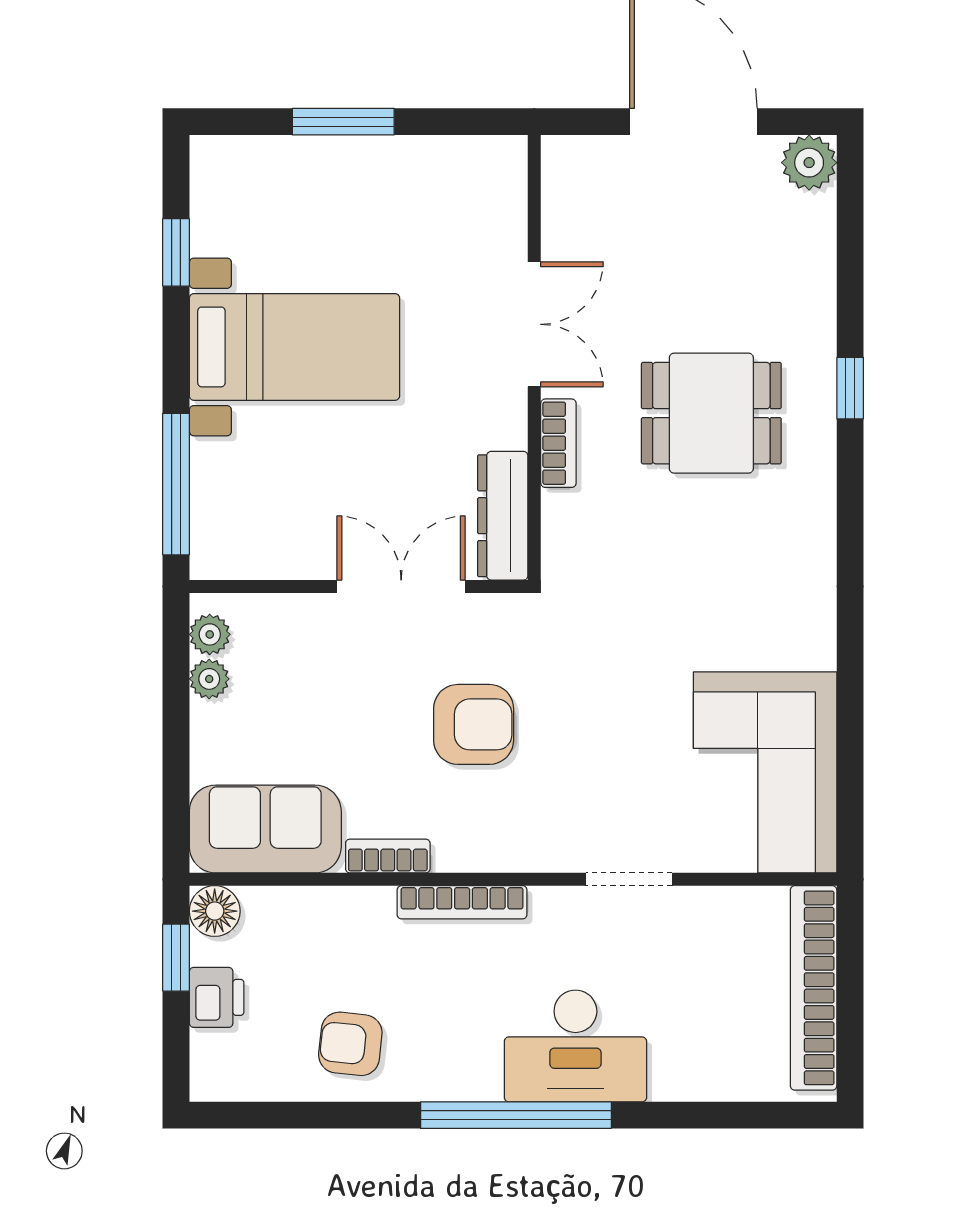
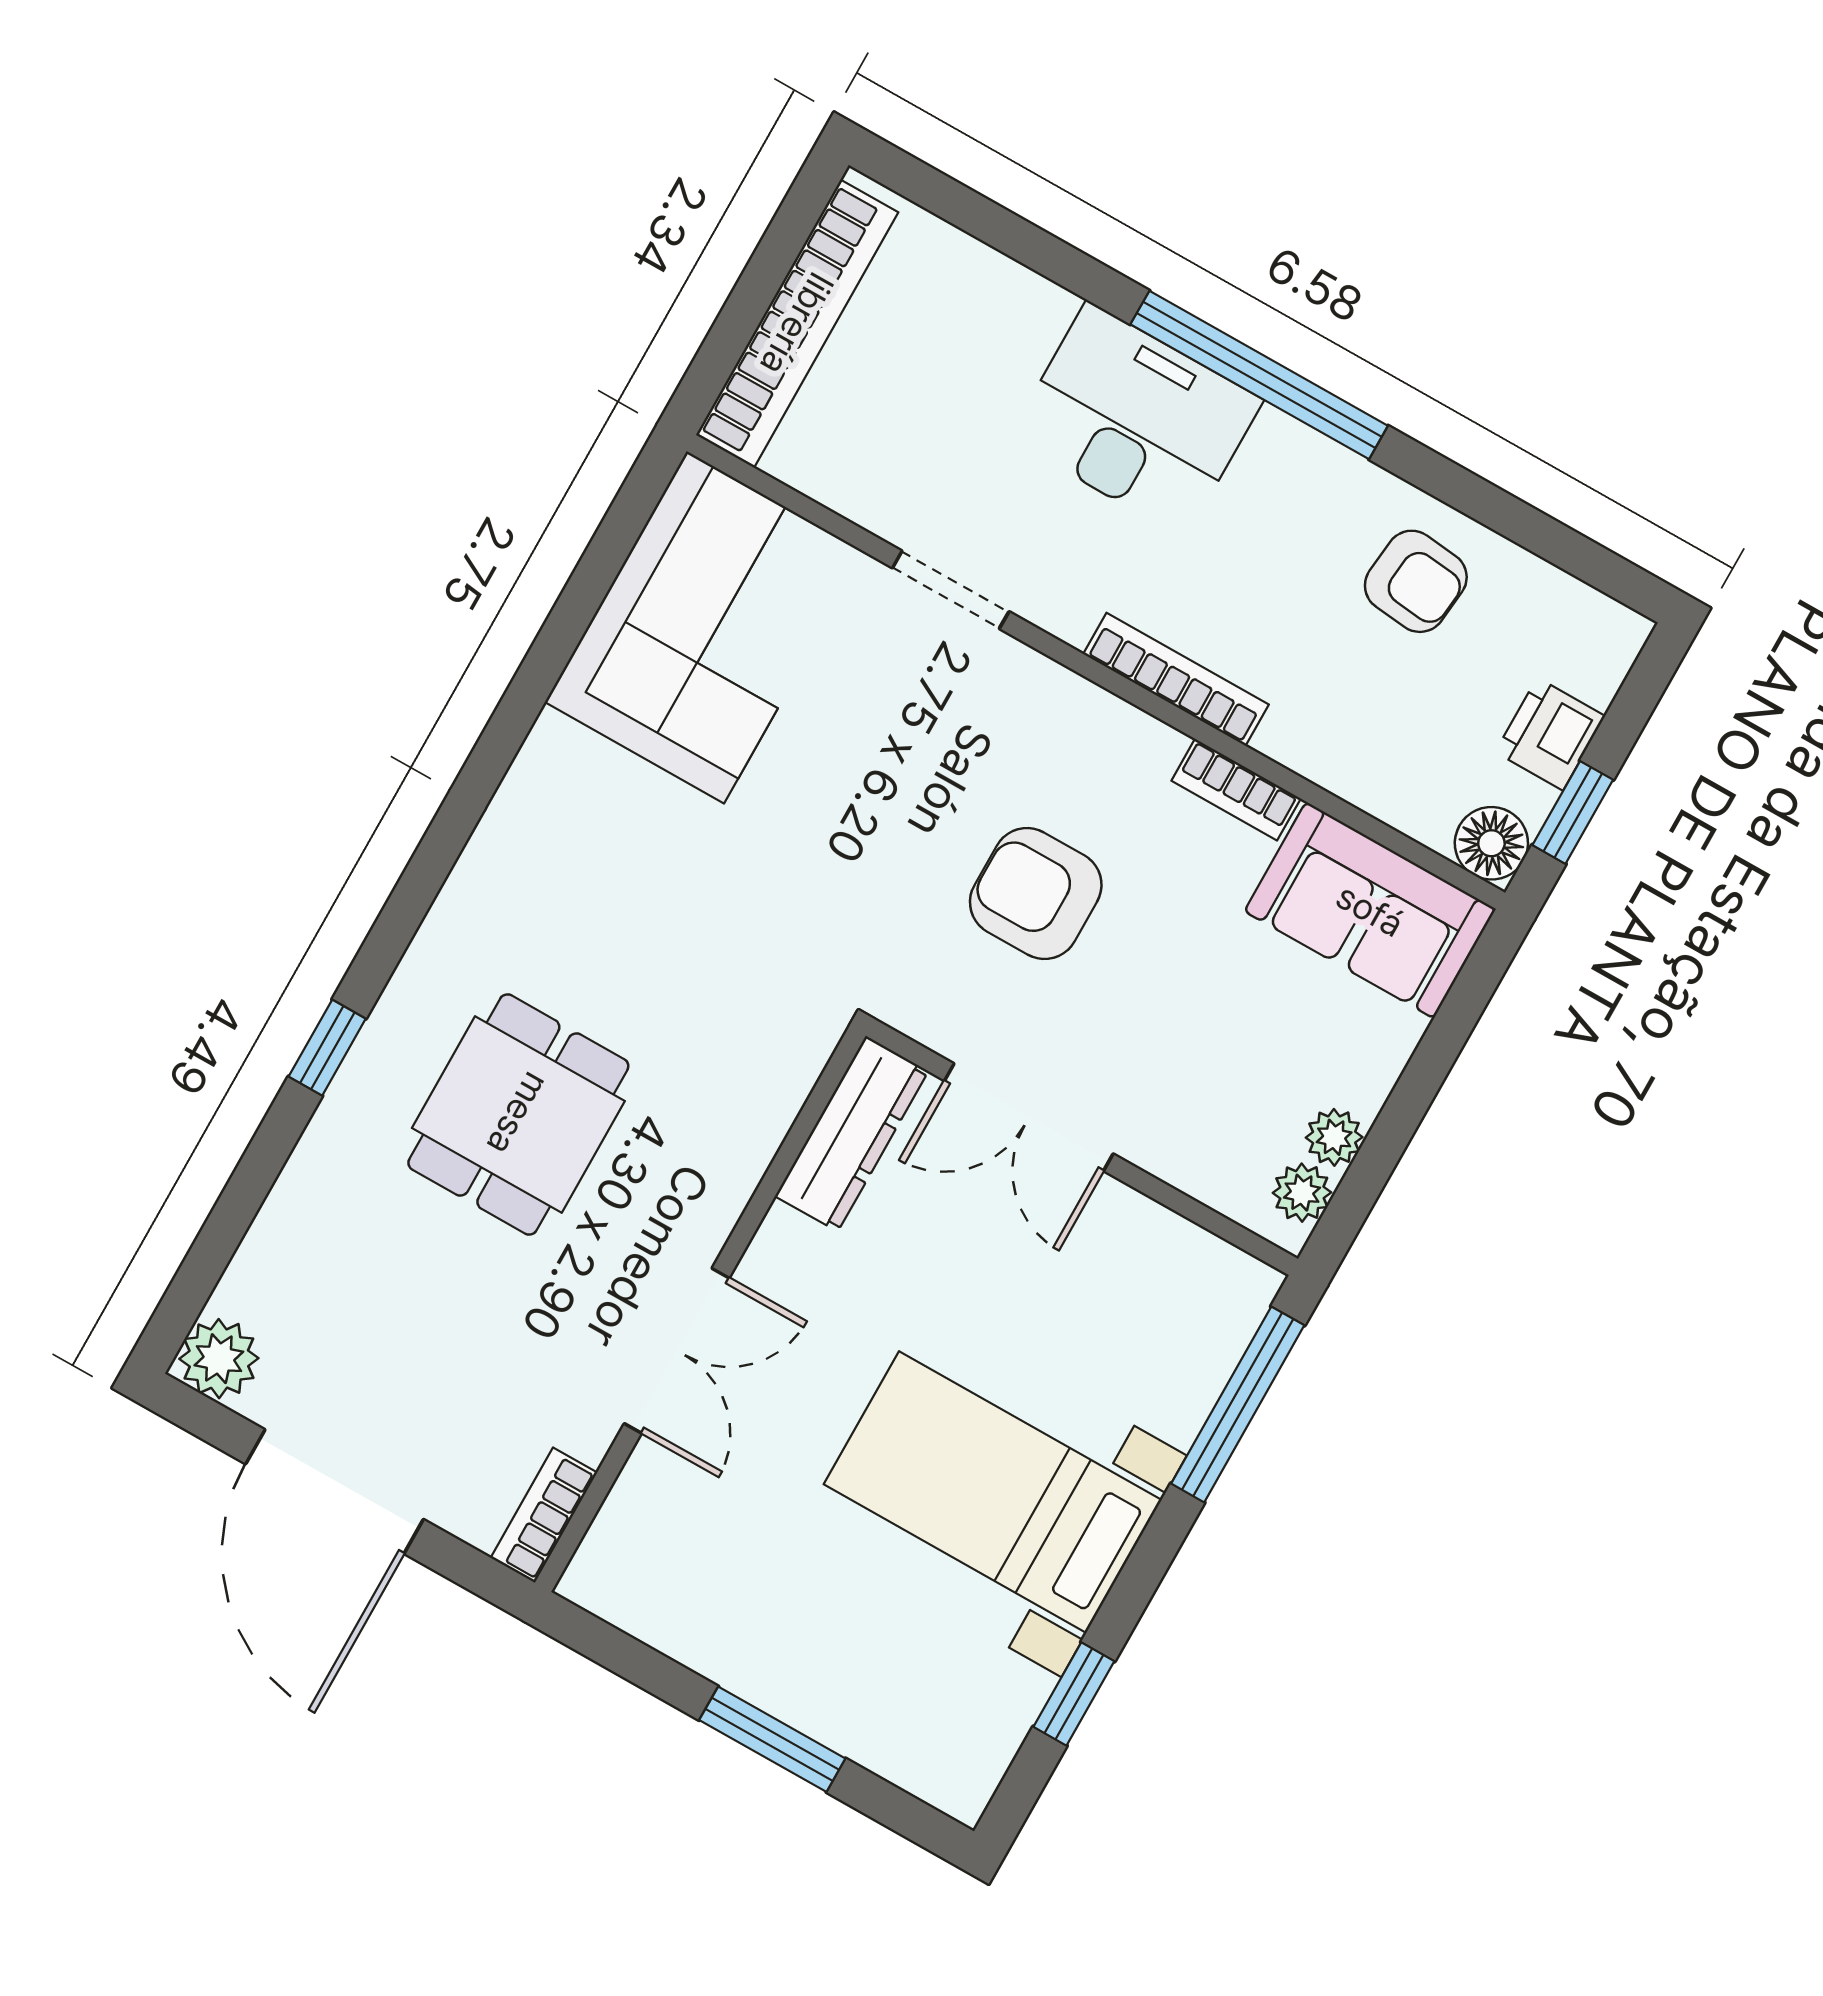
double door: (534, 324) -> (677, 1351), swing flipped
dining table: (711, 413) -> (518, 1114), turned 90
bookcase: (558, 443) -> (544, 1515), moved

